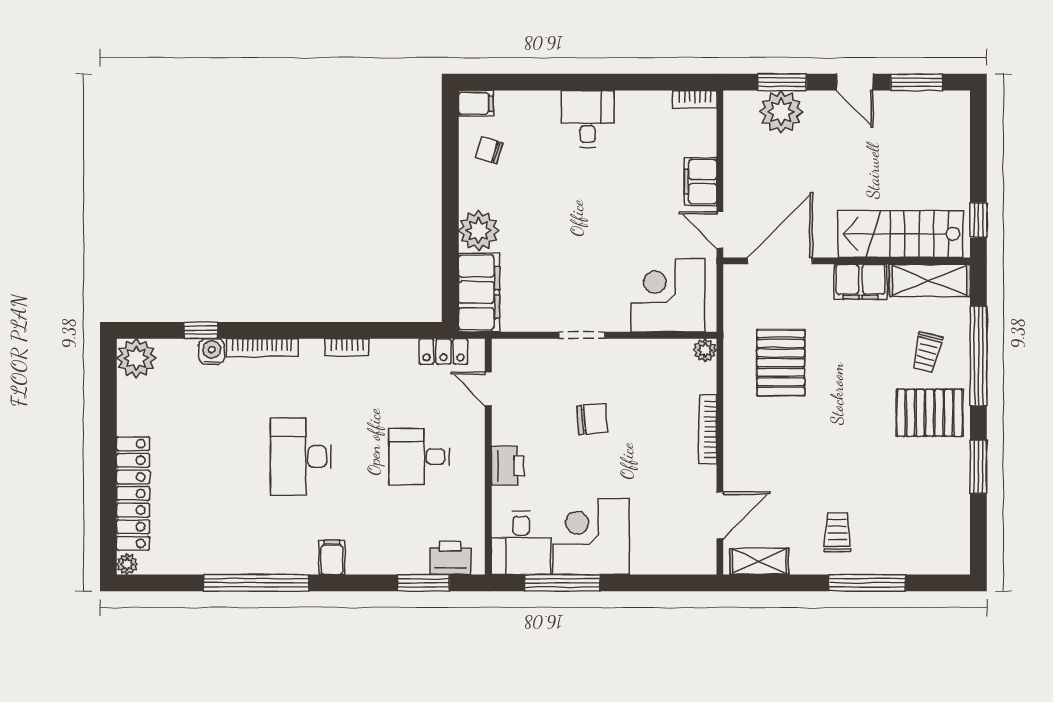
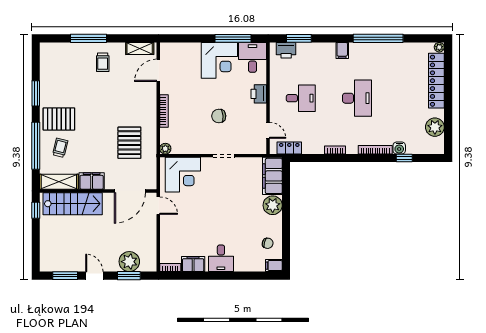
filing cabinet: (700, 182) -> (193, 264), moved, turned -90
plant: (136, 358) -> (435, 127), moved

